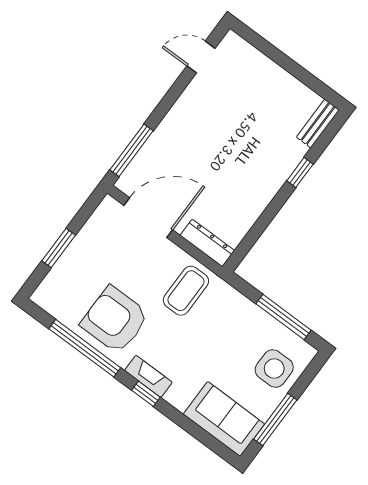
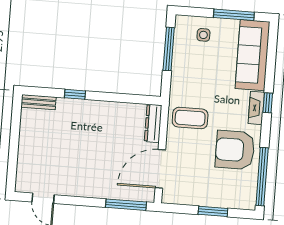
door: (148, 218) -> (160, 169), hinge flipped
armchair: (115, 320) -> (235, 150), turned 90
window: (85, 348) -> (262, 177), moved
side table: (274, 369) -> (203, 35), width x0.54, depth x0.54
sofa: (224, 419) -> (253, 55), width x1.36

